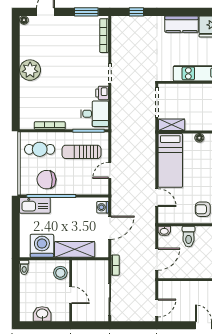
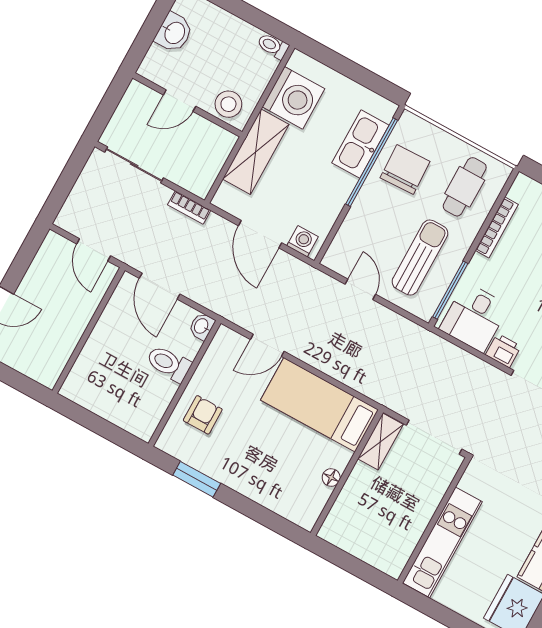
kitchen sink: (35, 205) -> (360, 144), moved
door: (157, 308) -> (94, 250), moved

